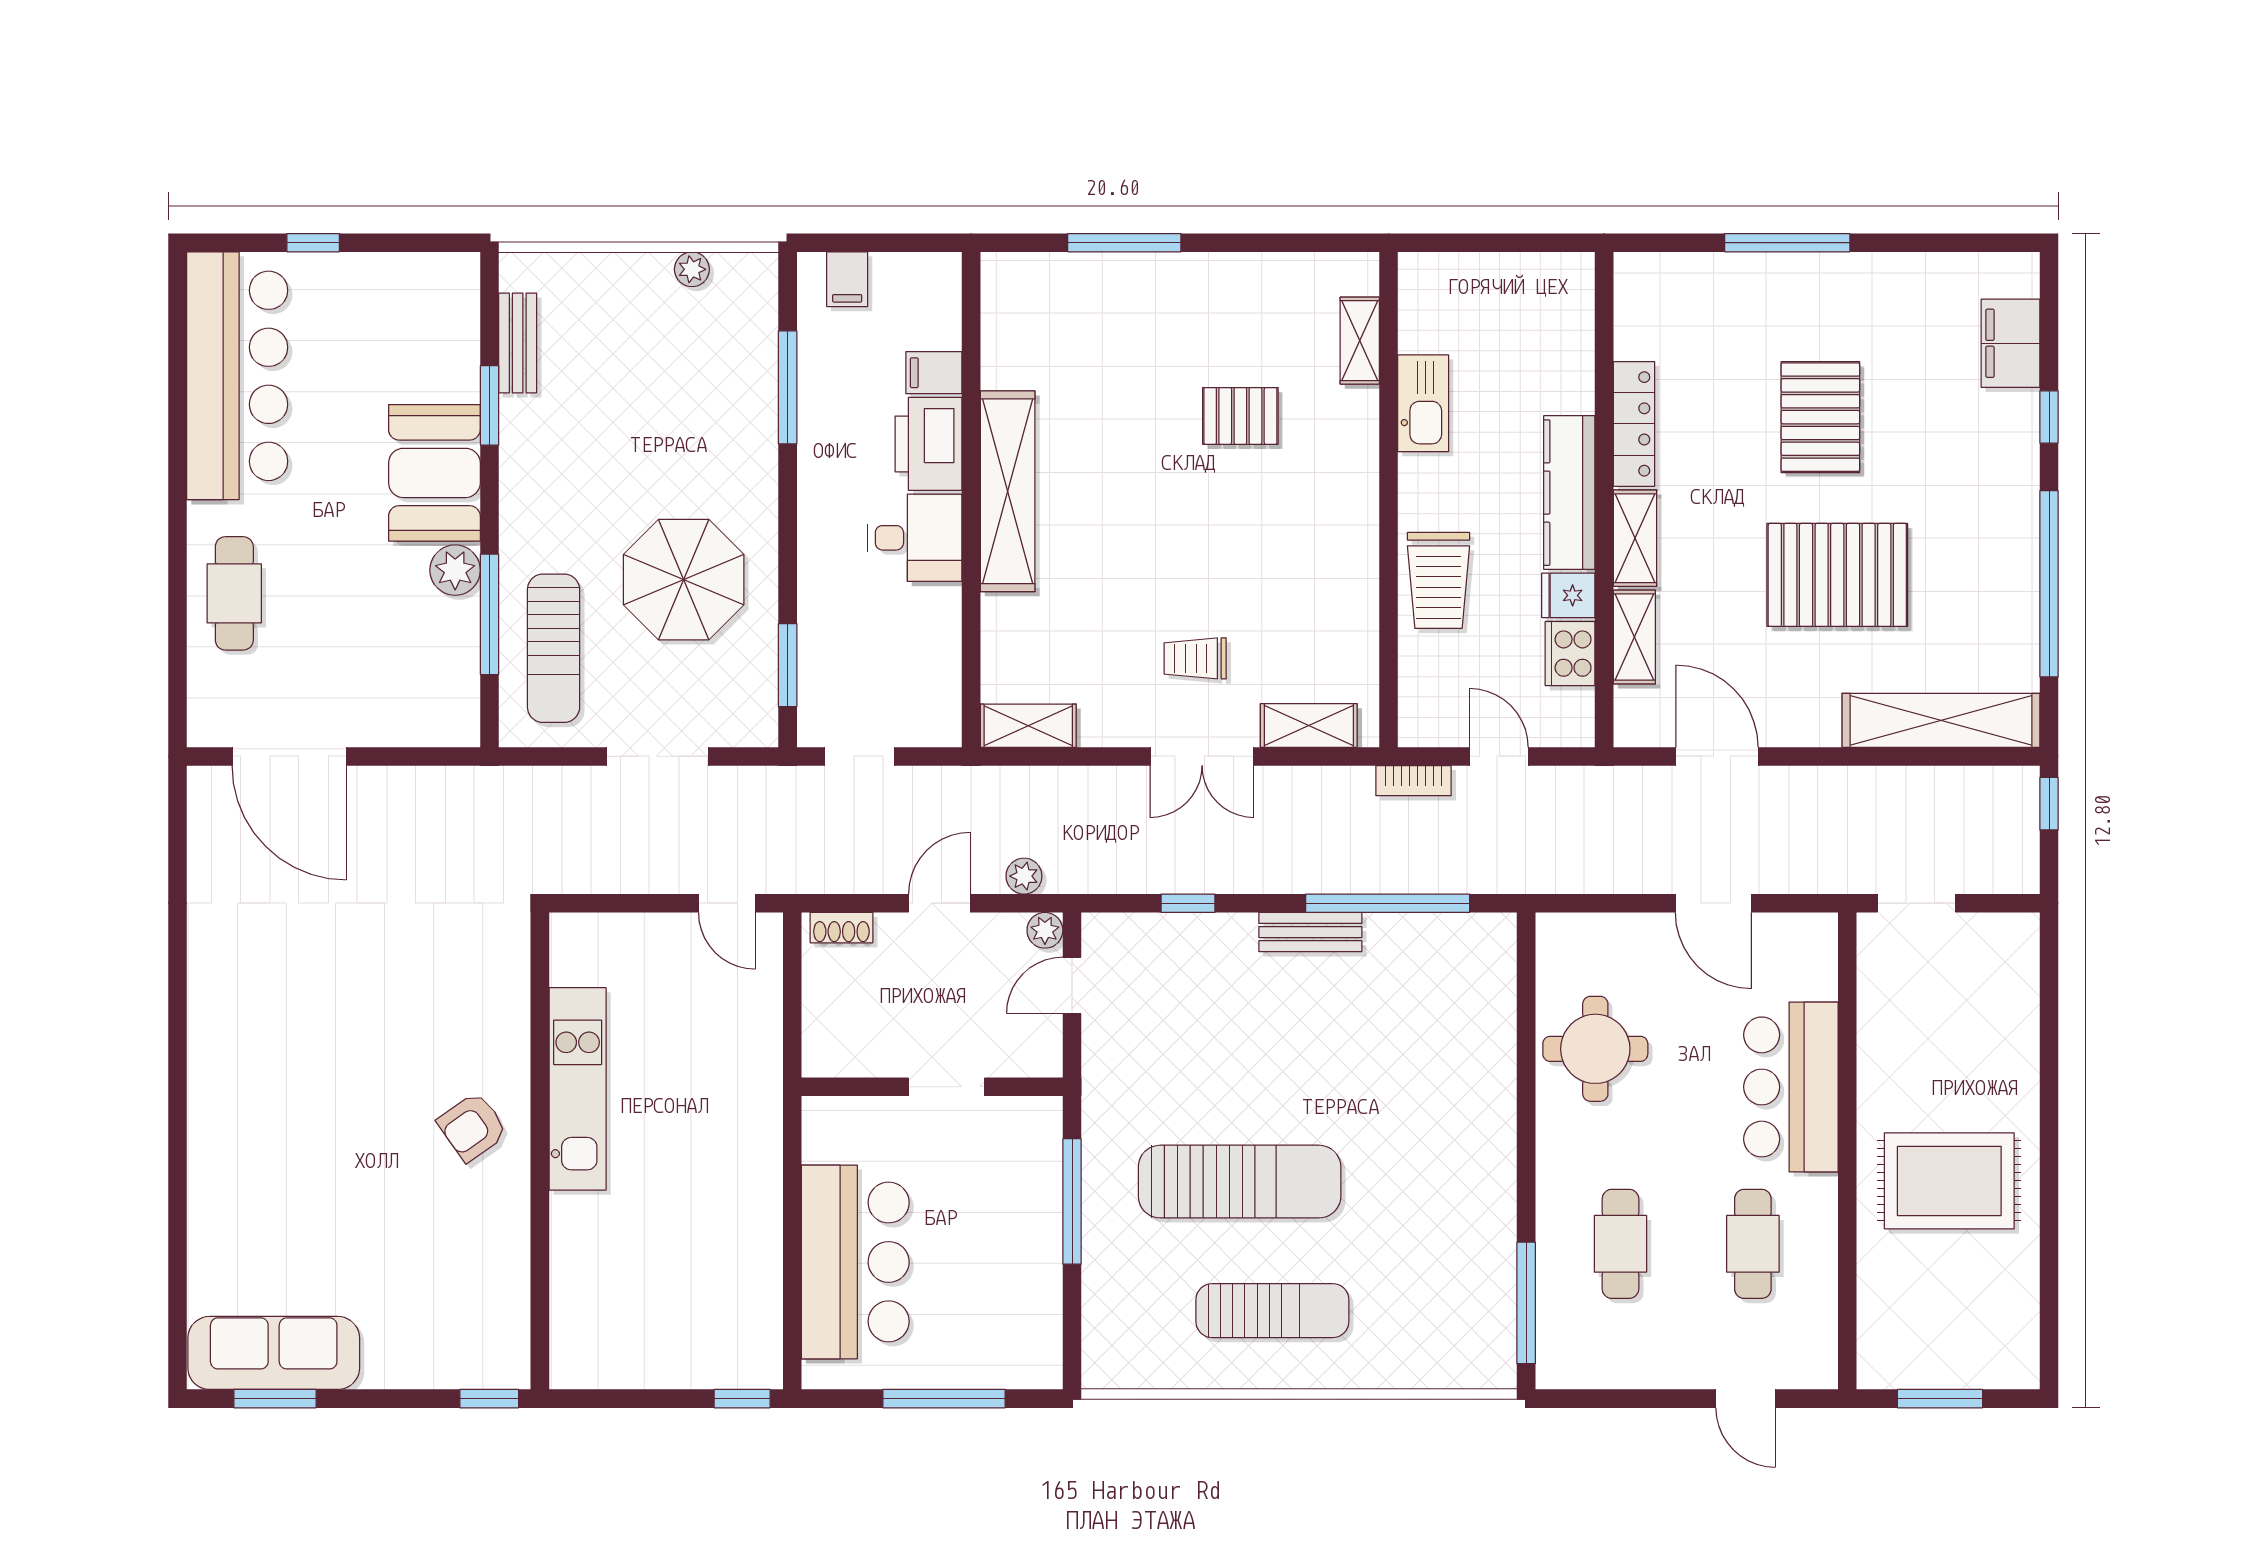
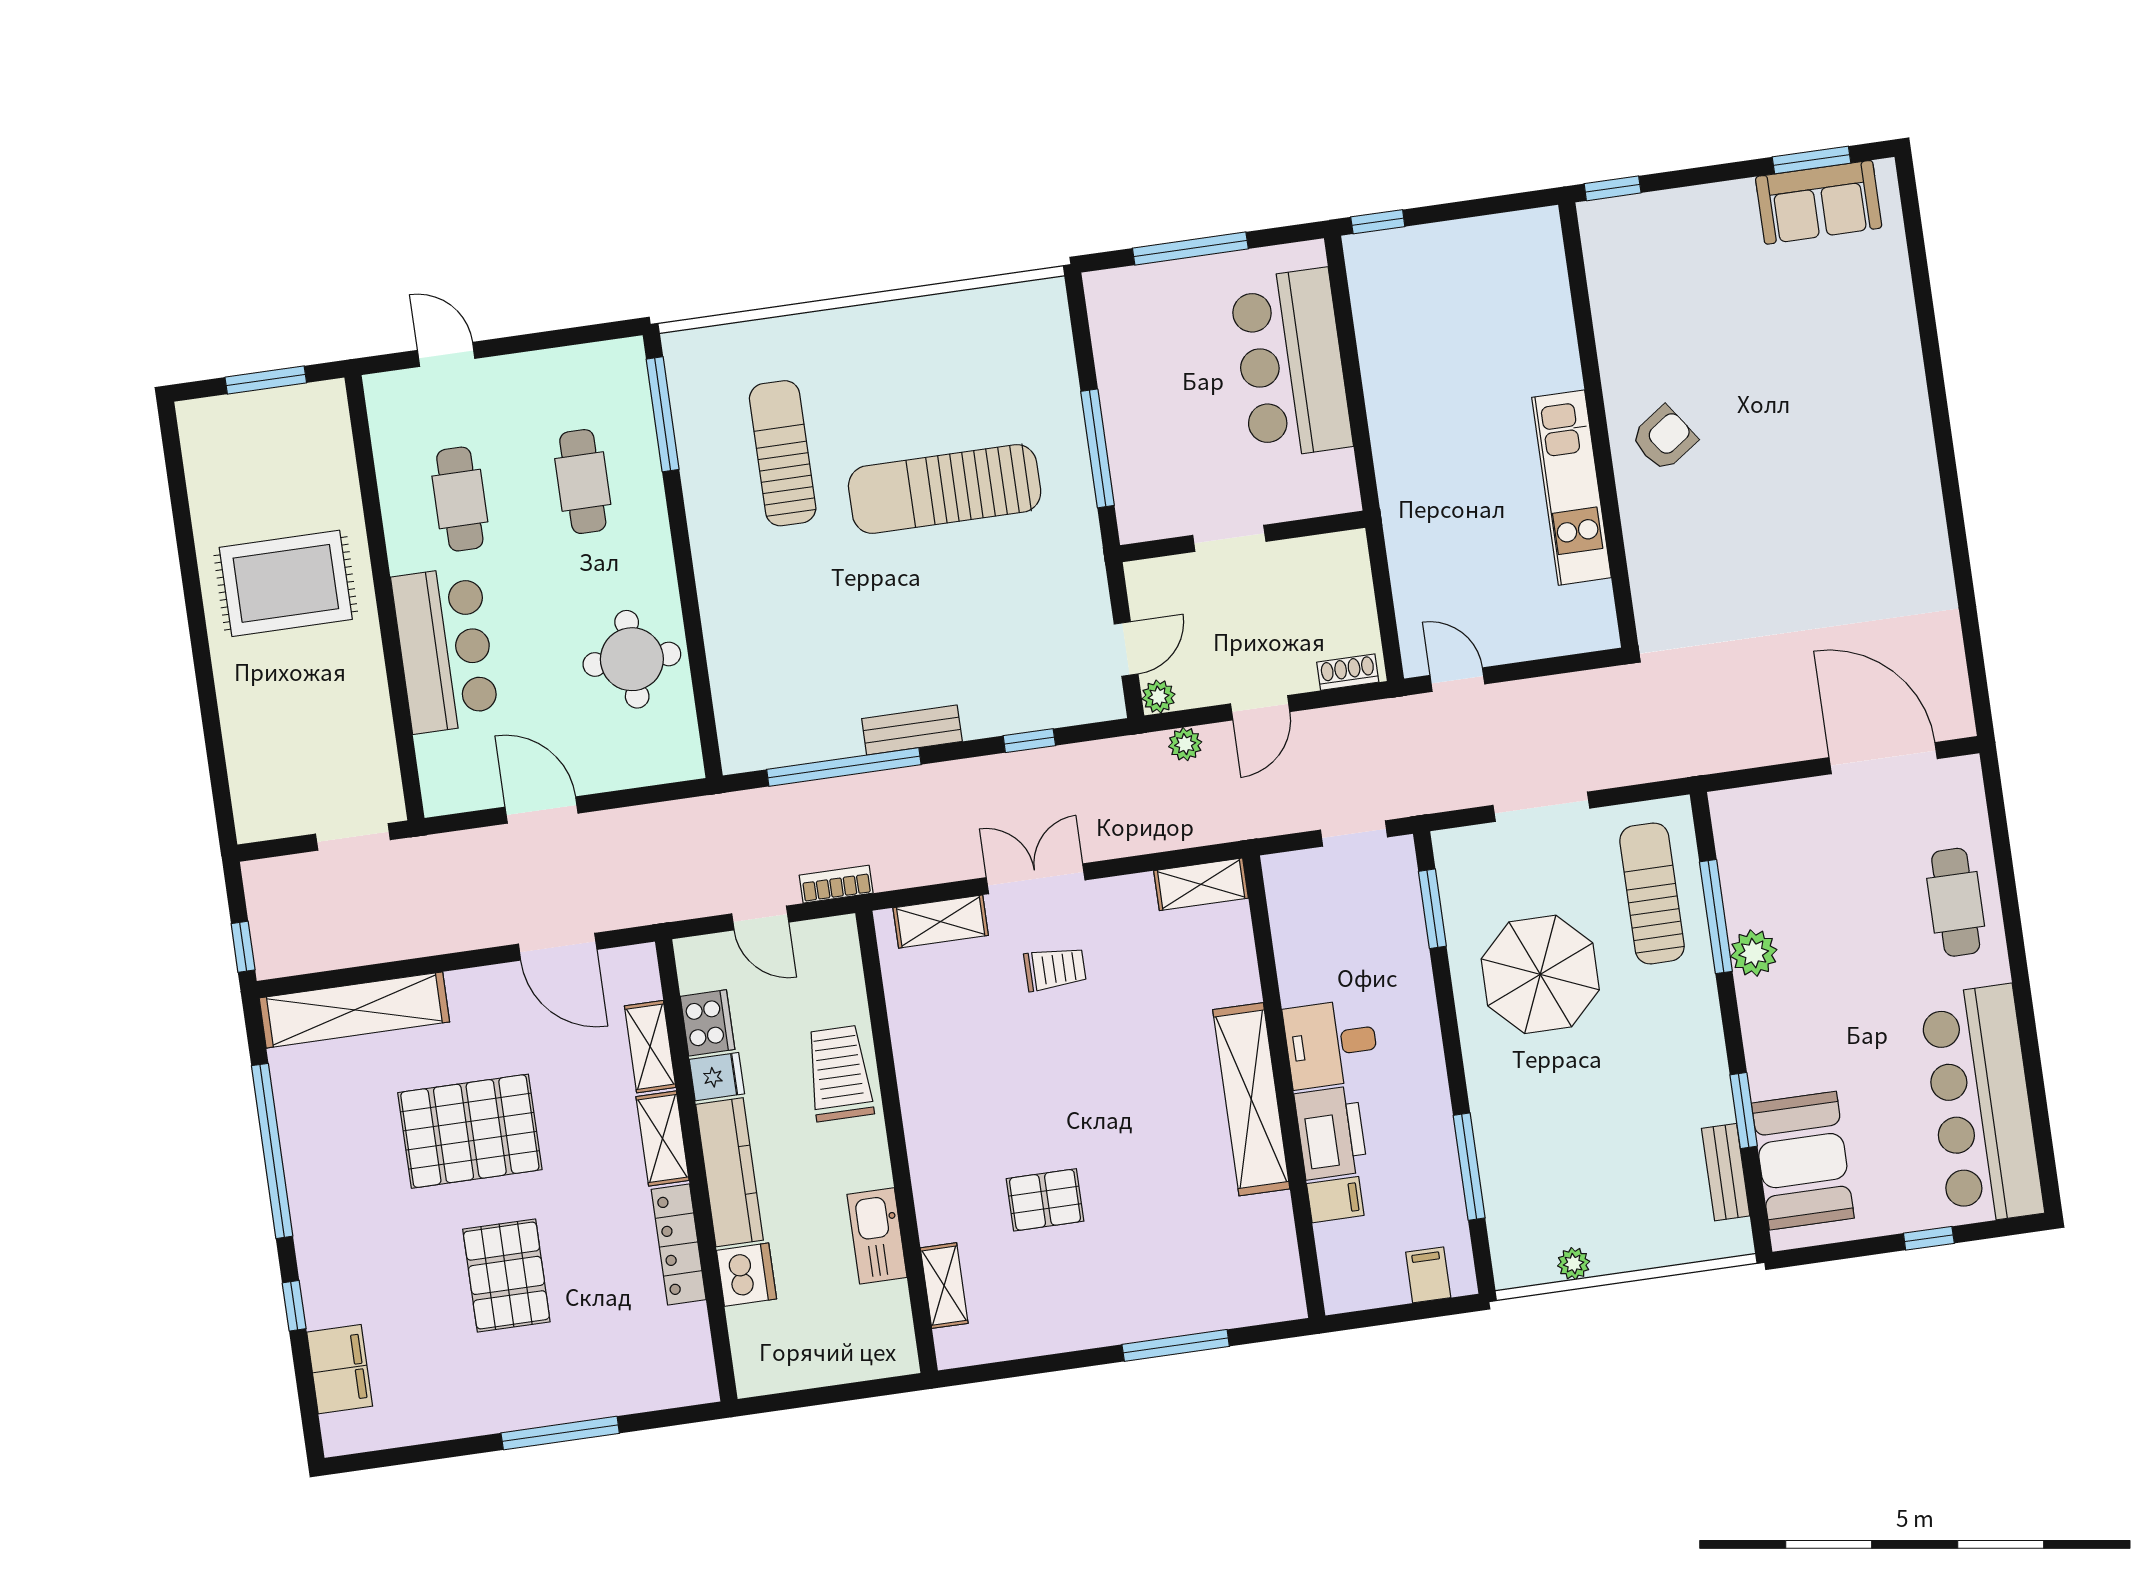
dishwasher: (1567, 382) -> (747, 1275), added
booth: (434, 473) -> (1803, 1161), moved
sun lounger: (1272, 1311) -> (783, 453), moved, turned 90
sofa: (274, 1353) -> (1819, 202), width x0.73

